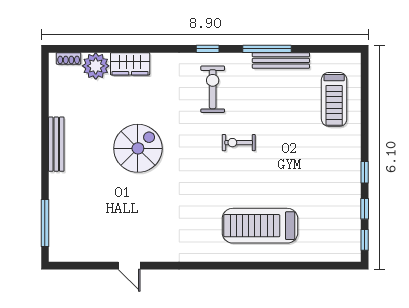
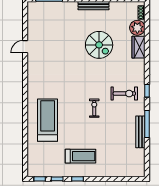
treadmill: (334, 99) -> (81, 156), moved, turned 180
spiral stairs: (138, 148) -> (99, 45), moved

